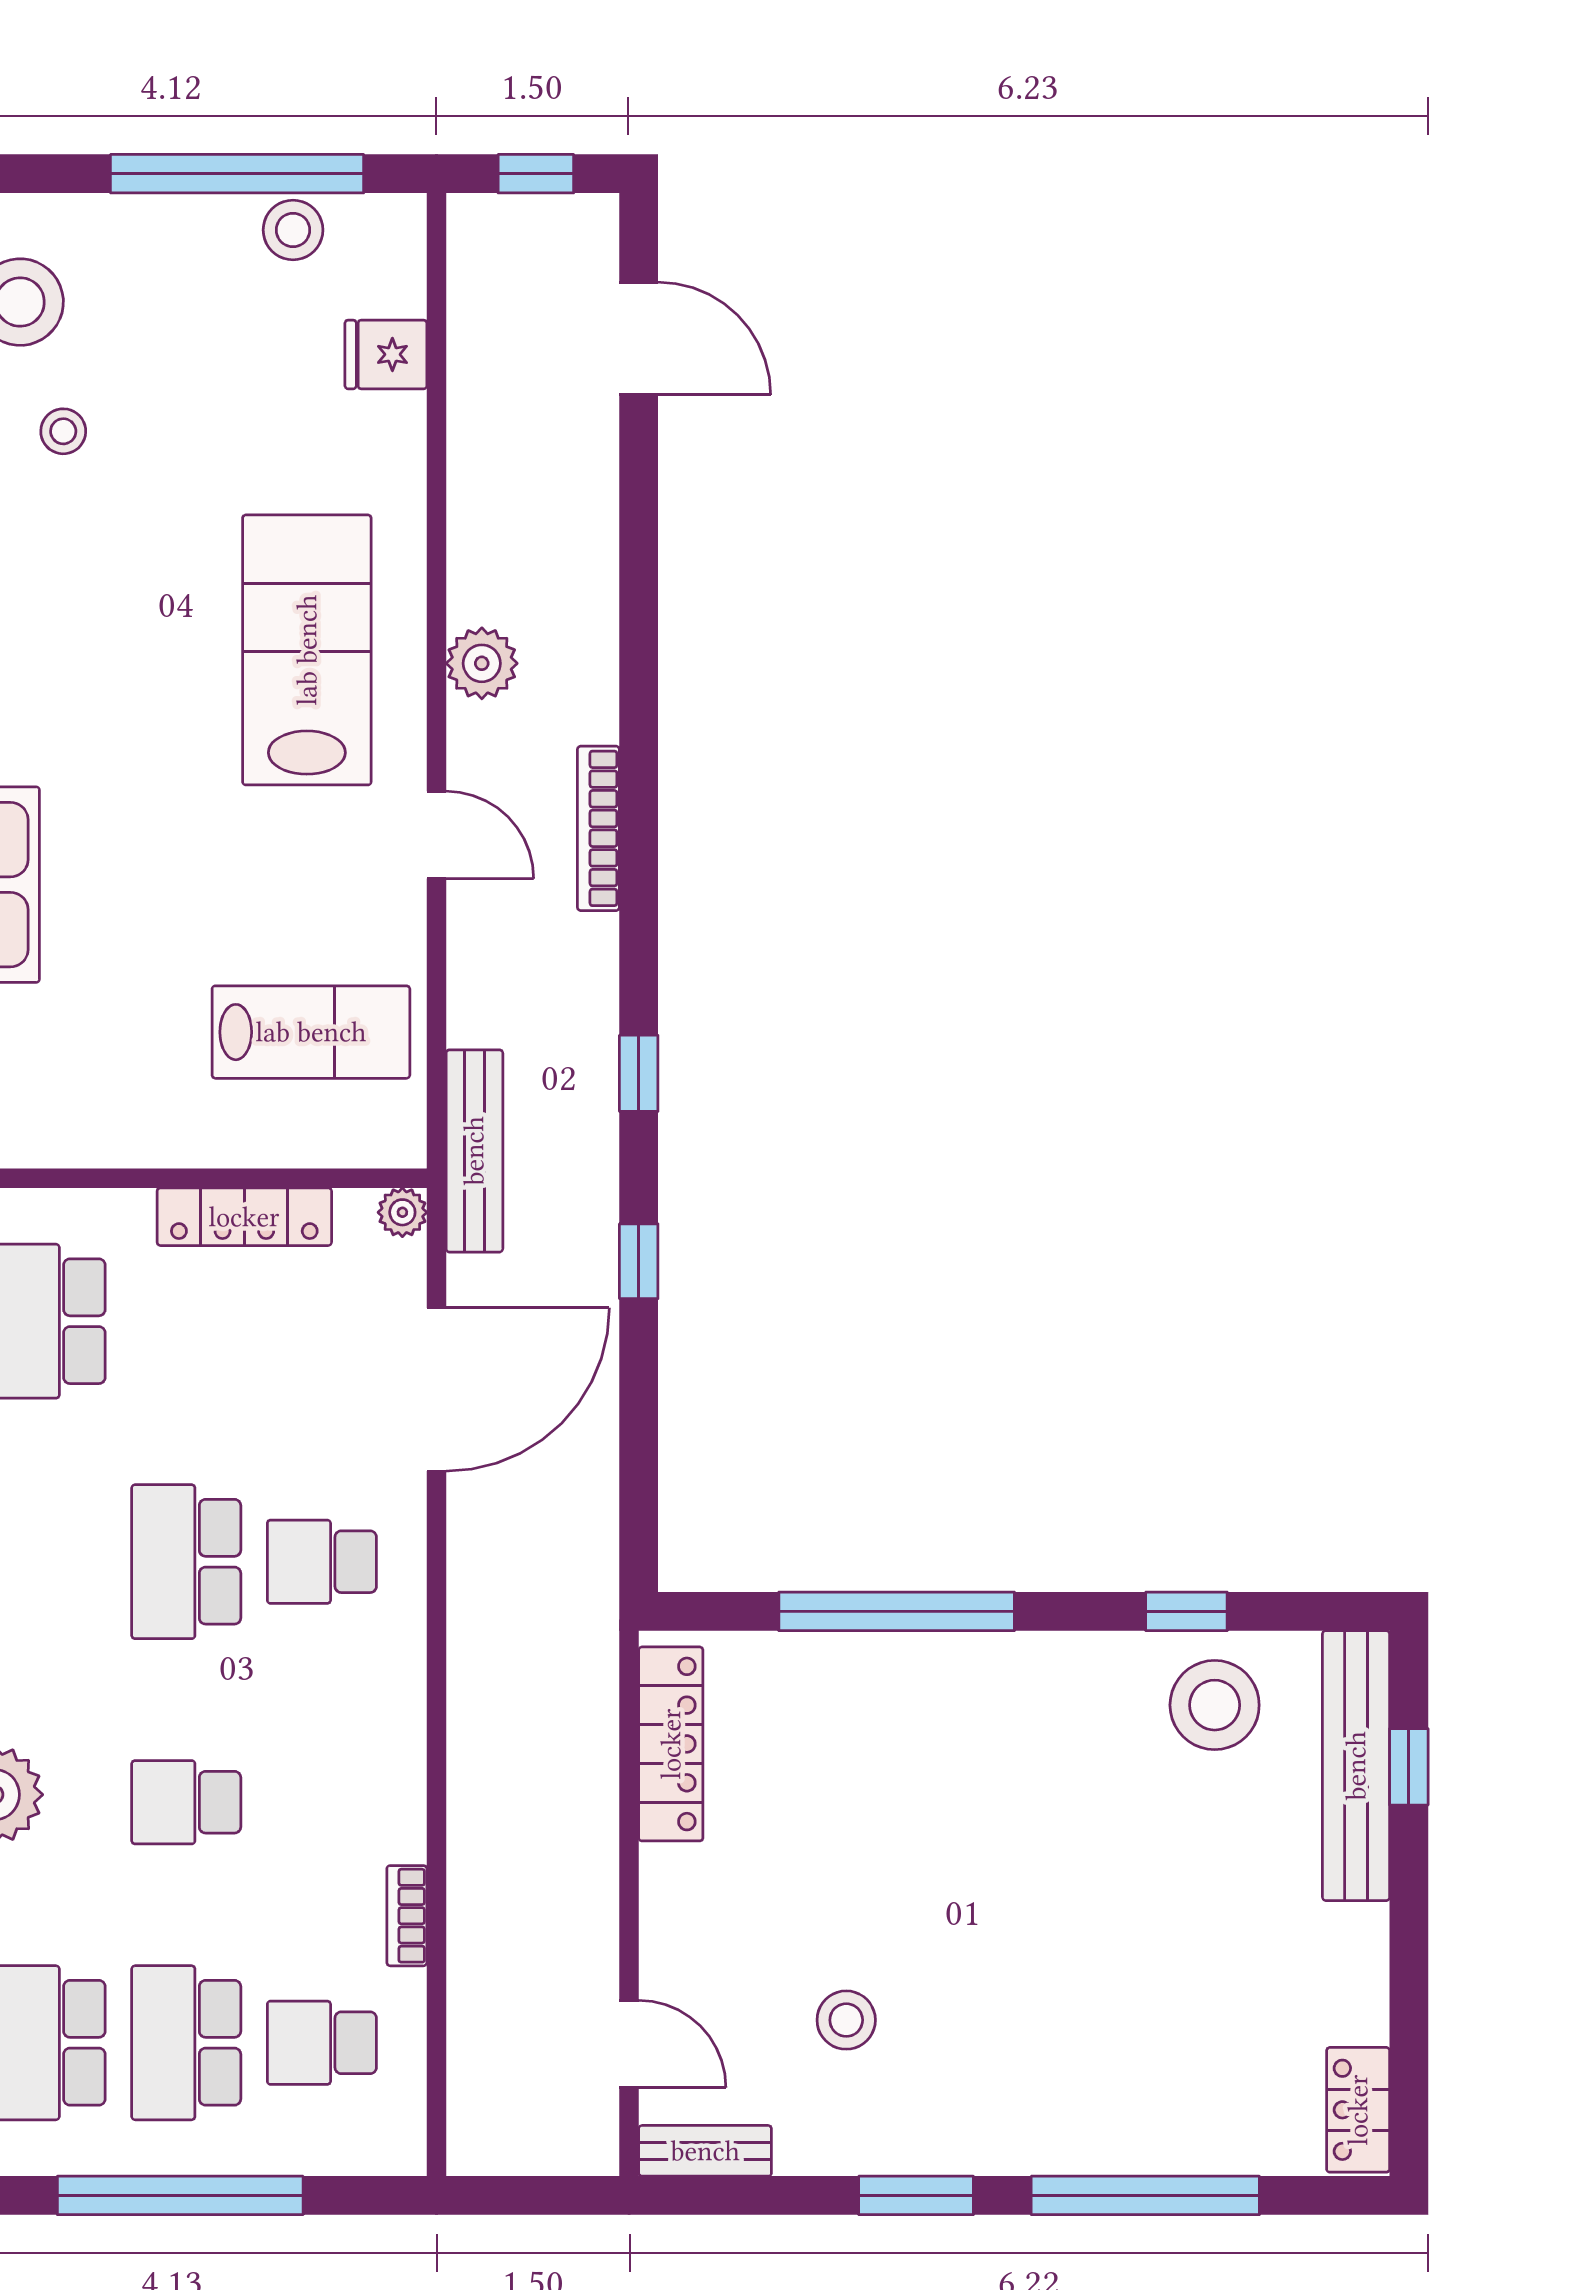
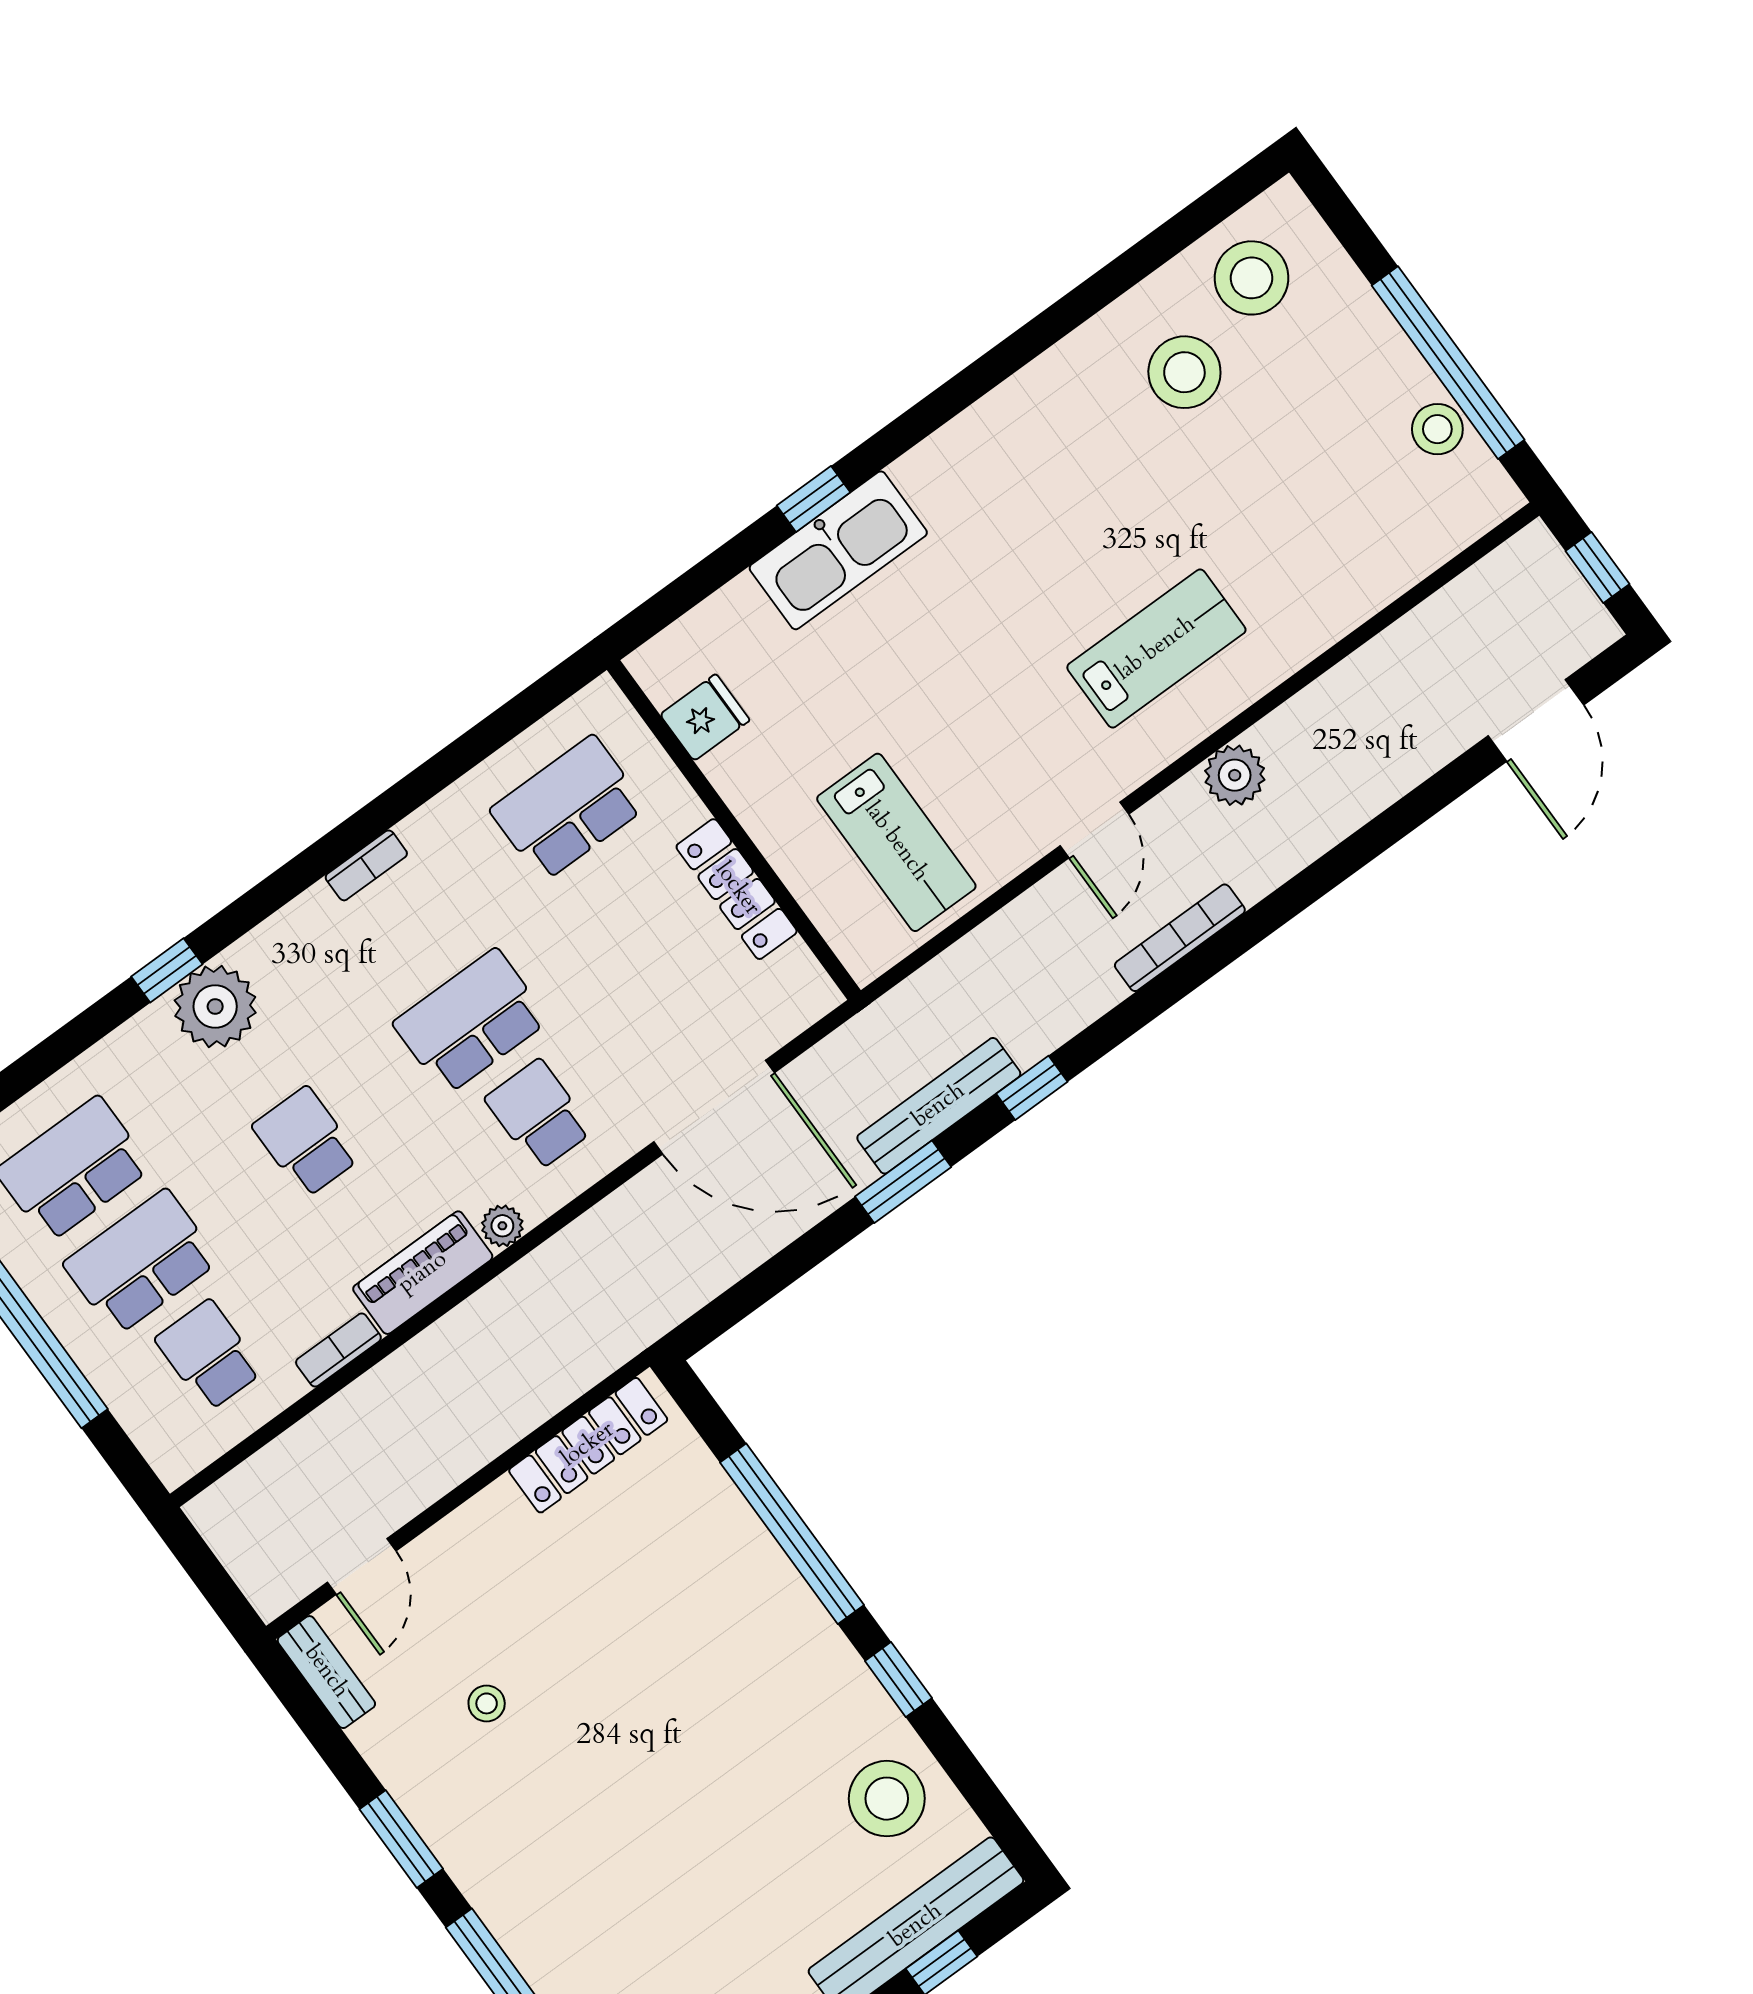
fridge: (386, 354) -> (705, 717), moved, turned 90
stool: (63, 431) -> (1184, 372), width x1.89, depth x1.89
lab bench: (307, 650) -> (1156, 649), width x0.73, depth x0.72
bench: (474, 1151) -> (939, 1106), moved
plant: (402, 1212) -> (502, 1226), moved
window: (639, 1261) -> (903, 1182), width x1.50
window: (1186, 1611) -> (898, 1680), moved
piano: (392, 1782) -> (423, 1273), added
stool: (846, 2020) -> (487, 1703), width x0.73, depth x0.73

